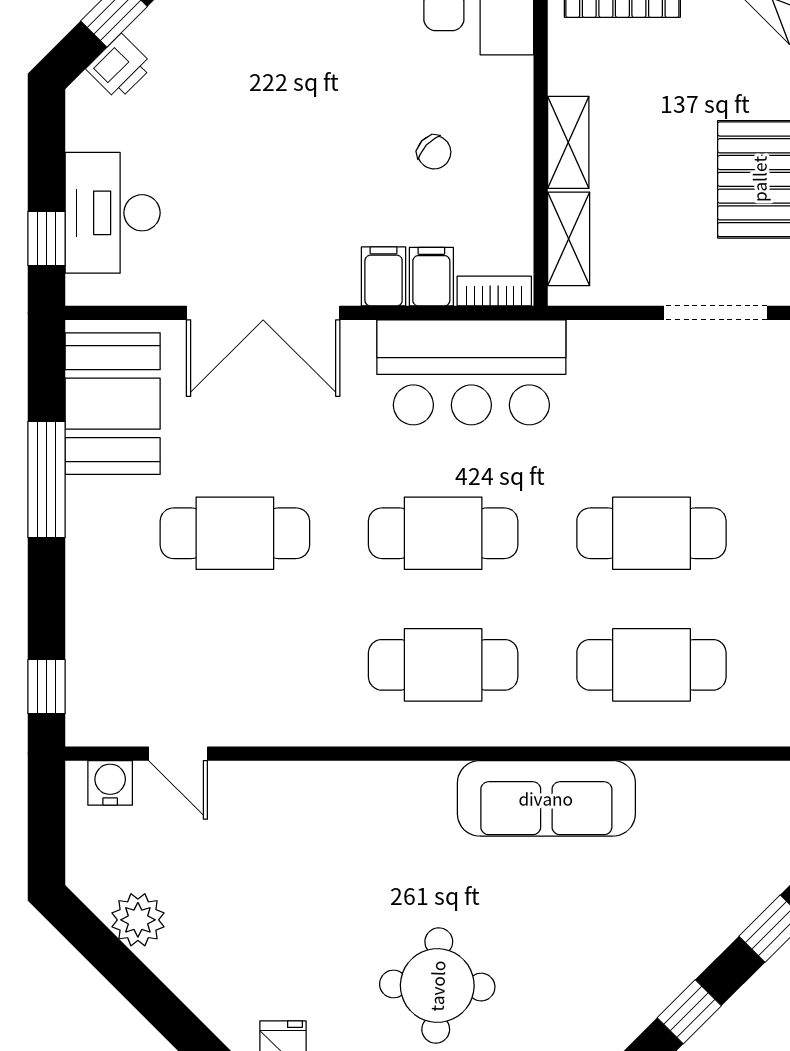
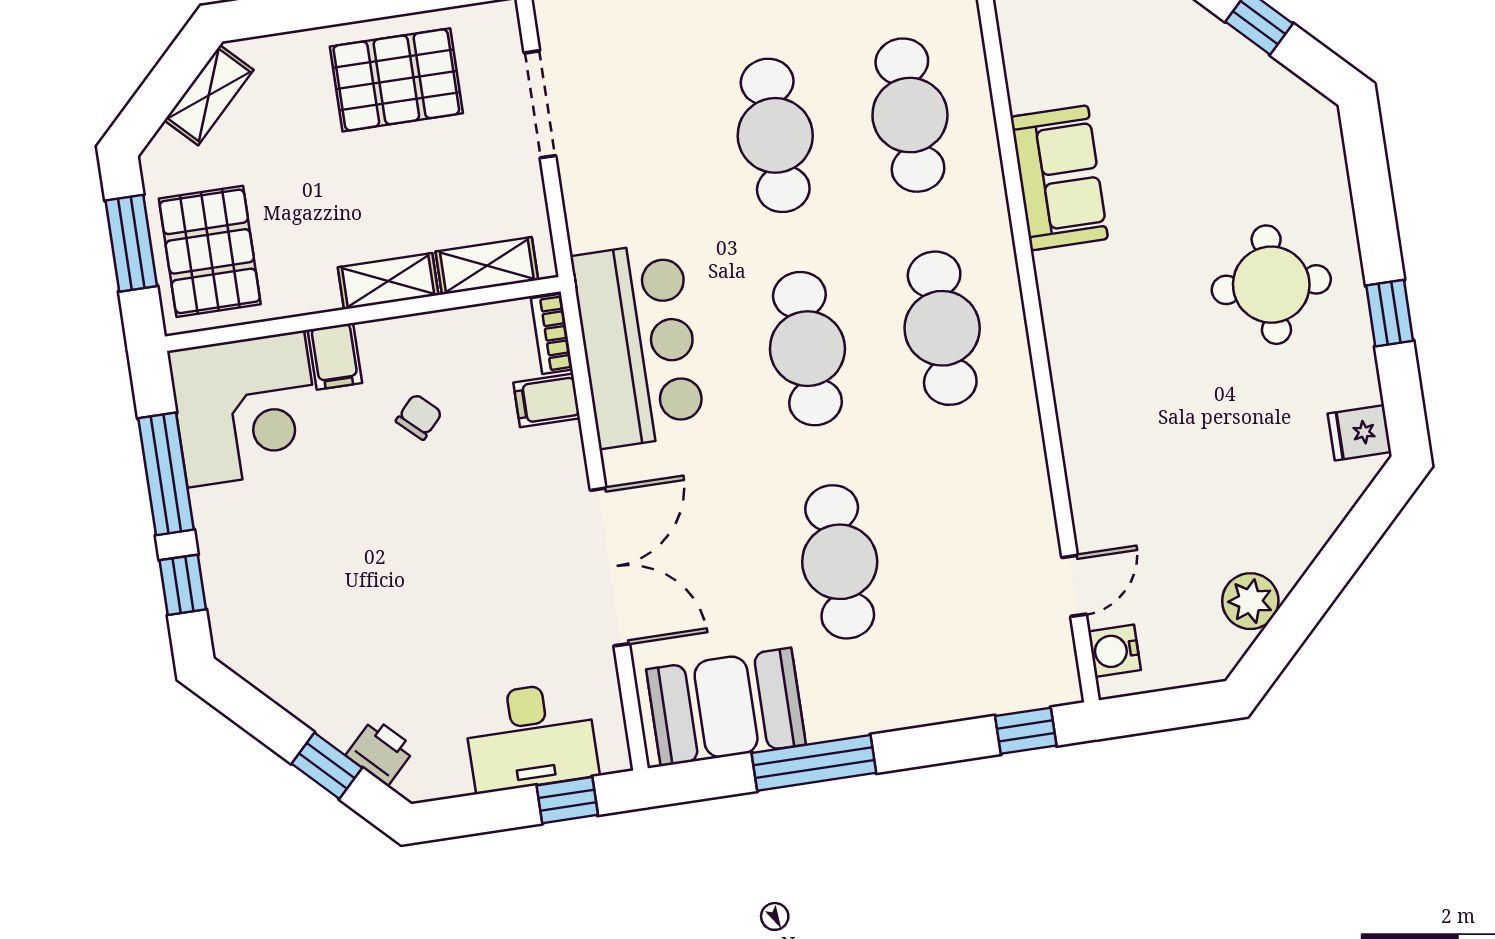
filing cabinet: (384, 276) -> (335, 356), moved, turned -90
sofa: (546, 798) -> (1059, 178), width x0.73

